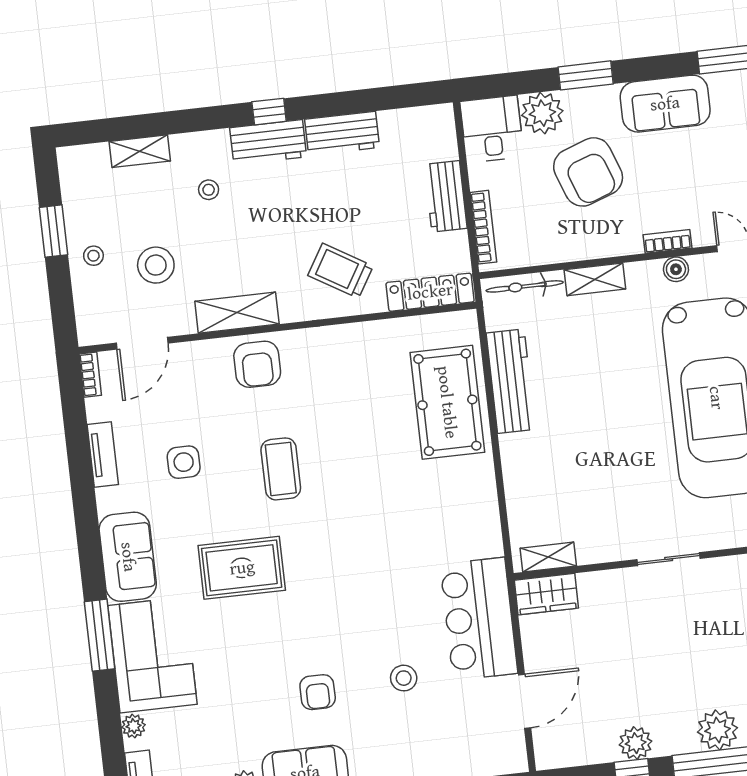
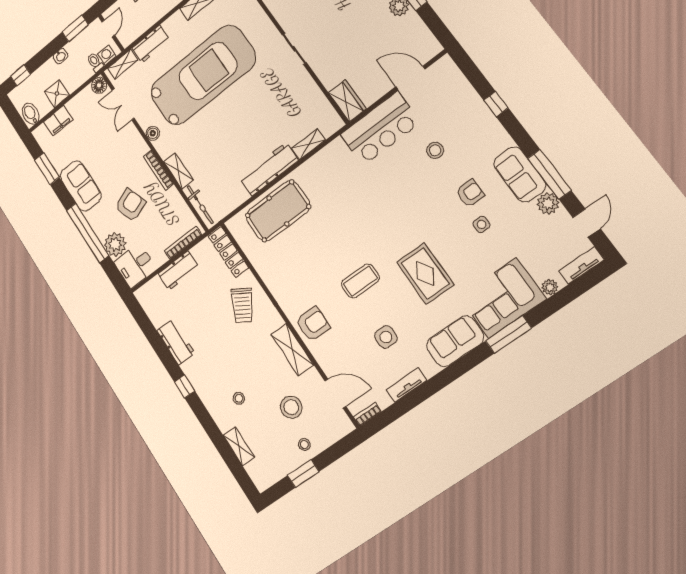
window: (586, 75) -> (88, 233), width x2.11
workbench: (268, 142) -> (200, 379), removed
armchair: (588, 172) -> (130, 205), width x0.73, depth x0.73
bookcase: (667, 241) -> (158, 170), moved, width x1.56
workbench: (511, 381) -> (269, 169), moved
shelving: (548, 557) -> (309, 144), moved, turned 90
side table: (266, 683) -> (482, 224), added

